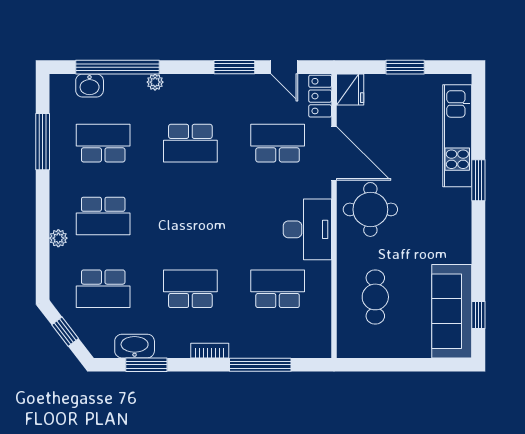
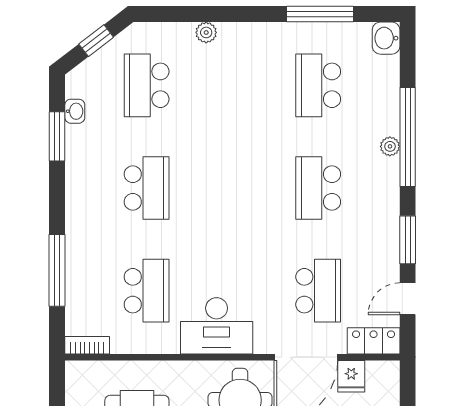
window: (117, 67) -> (408, 137), moved
washbasin: (90, 85) -> (386, 38), moved
fridge: (350, 90) -> (351, 376), moved, width x0.72
school desk: (103, 143) -> (318, 85), turned 180
school desk: (103, 216) -> (232, 85), removed
washbasin: (135, 346) -> (75, 111), width x0.52, depth x0.69
bookcase: (210, 351) -> (87, 345), moved, turned -90

